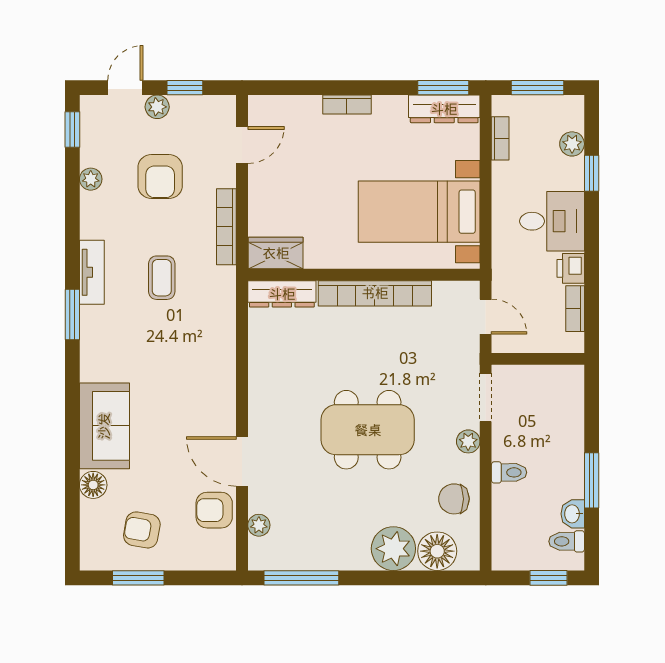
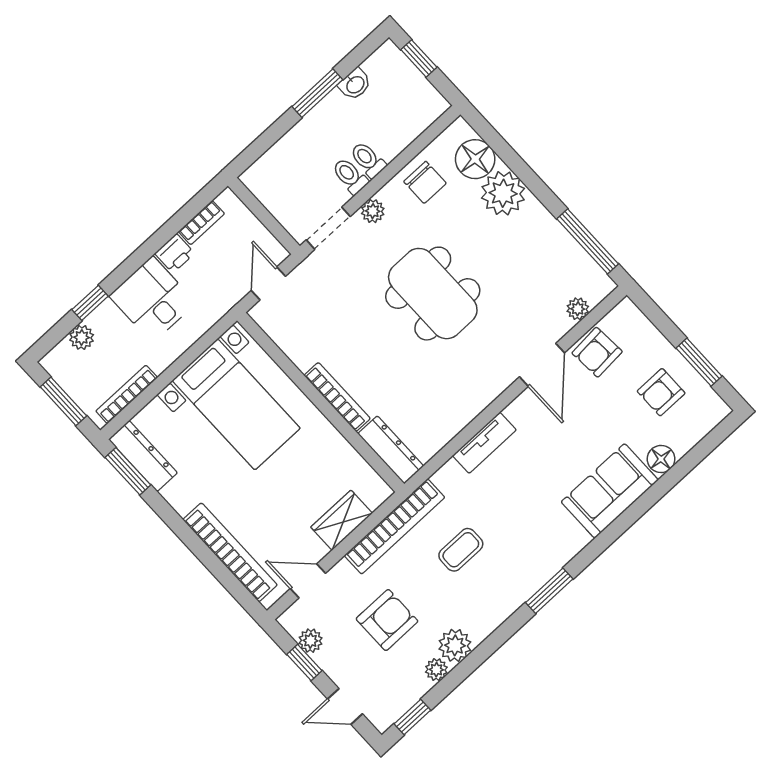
bookcase: (347, 105) -> (230, 552), width x2.31, depth x1.31
plant: (157, 107) -> (310, 641), moved
bookcase: (500, 138) -> (127, 394), width x1.56
plant: (96, 209) -> (455, 645), added
bookcase: (226, 227) -> (395, 526), width x1.48, depth x1.31
wardrobe: (276, 253) -> (342, 520), moved, turned 90
tv unit: (92, 272) -> (484, 443), moved, turned 180
bookcase: (375, 293) -> (337, 397), width x0.68, depth x0.76
armchair: (214, 510) -> (597, 352), turned 86
armchair: (142, 530) -> (661, 392), turned 80
toilet: (567, 541) -> (350, 176), moved, turned 180

